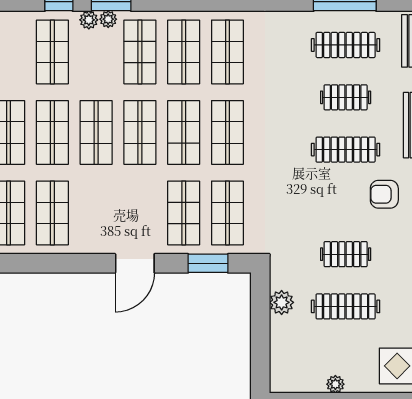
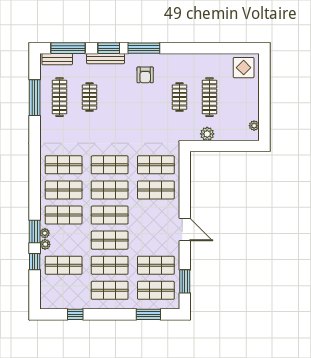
clothes rail: (346, 150) -> (120, 97), removed
door: (135, 263) -> (185, 229), moved
window: (208, 263) -> (185, 281), moved
plant: (335, 384) -> (254, 126), moved

